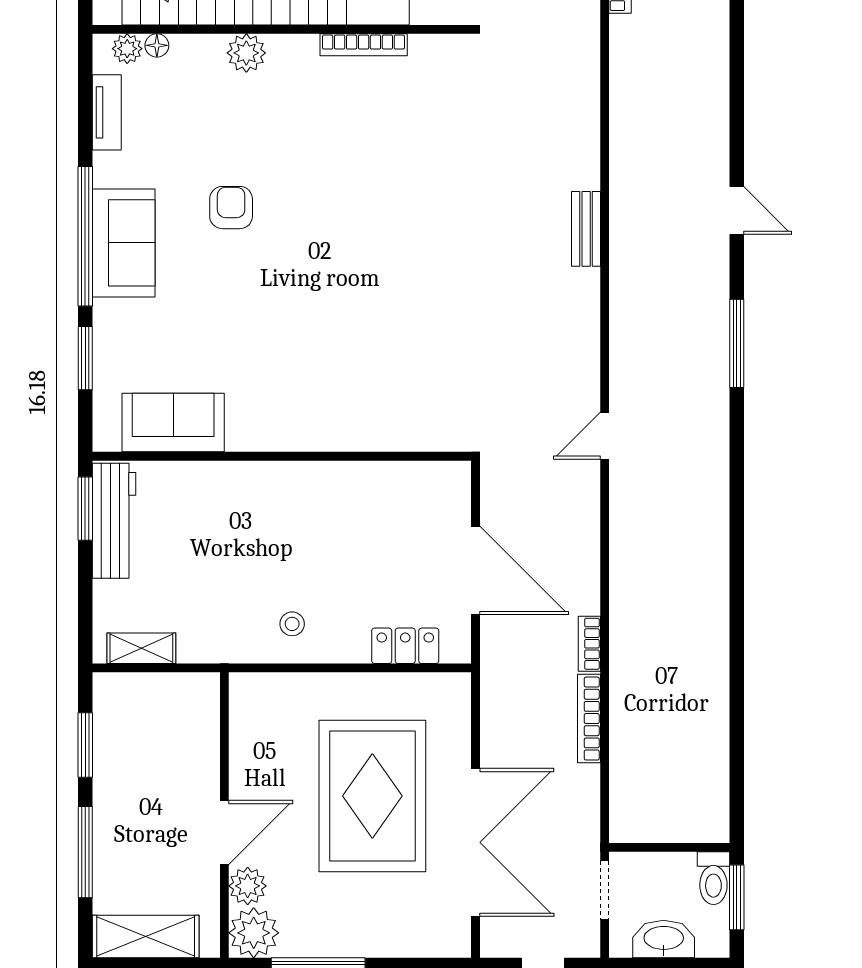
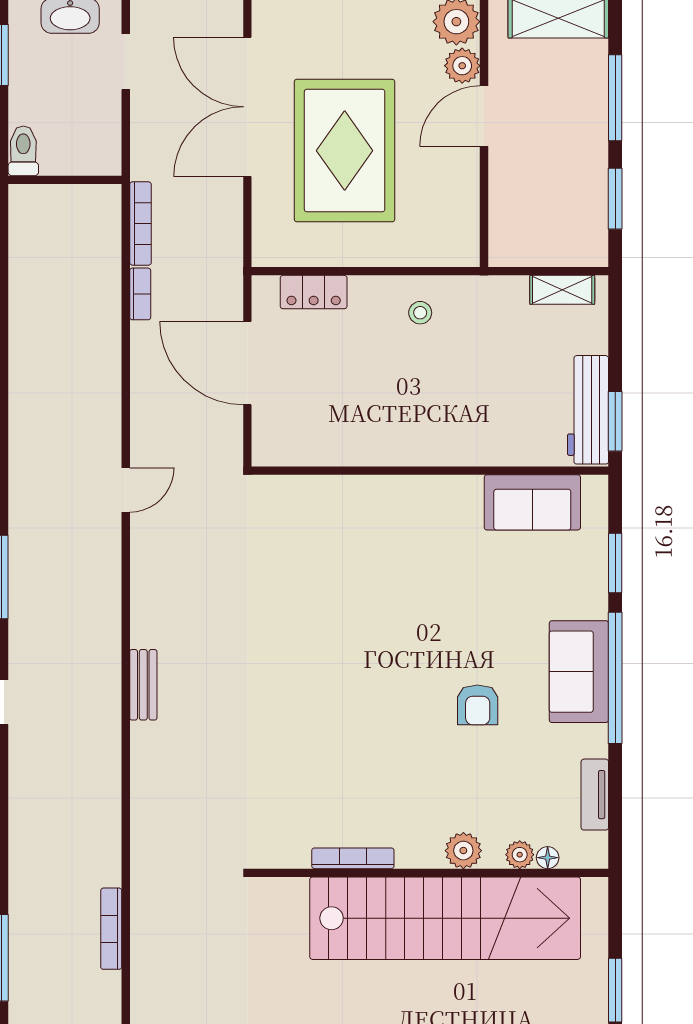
plant: (127, 49) -> (520, 855), moved
wall: (669, 847) -> (65, 180), moved
toilet: (713, 878) -> (23, 151), moved

